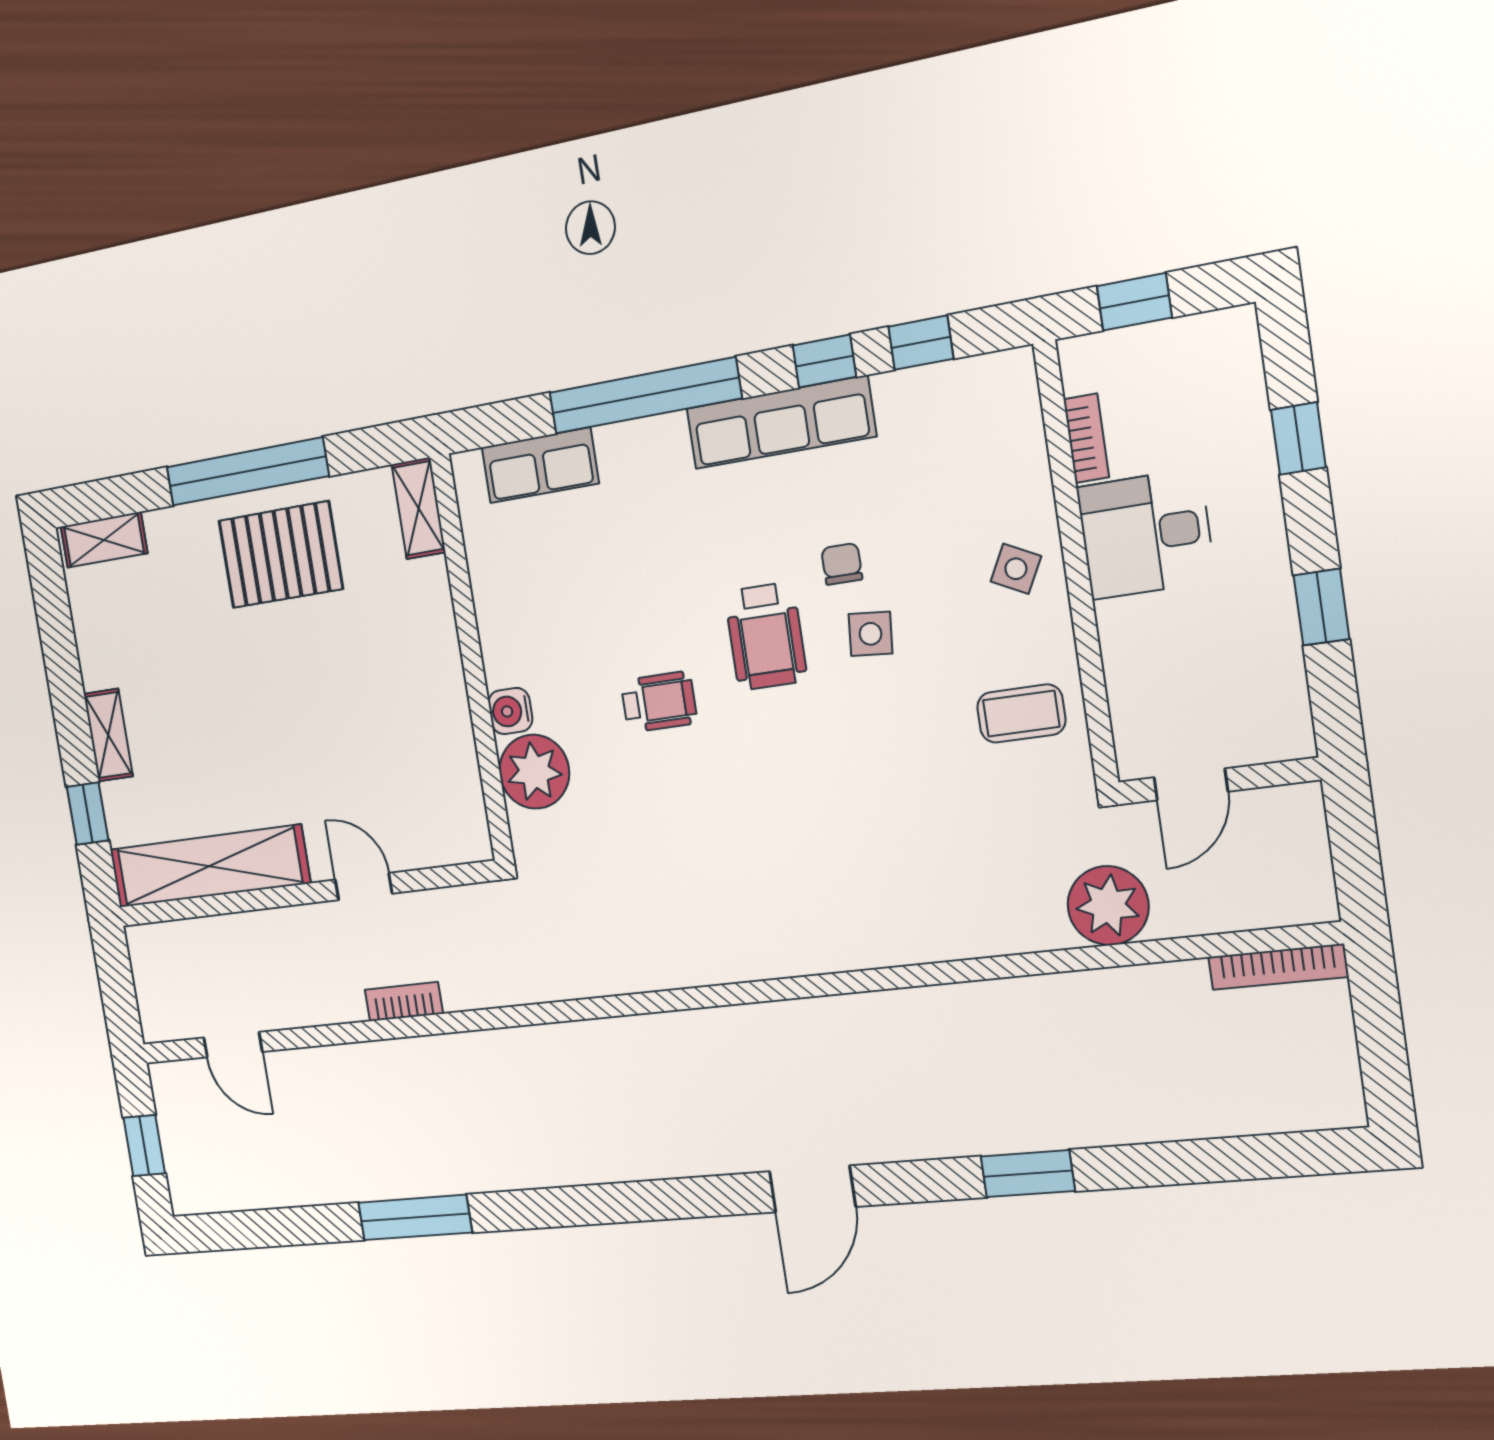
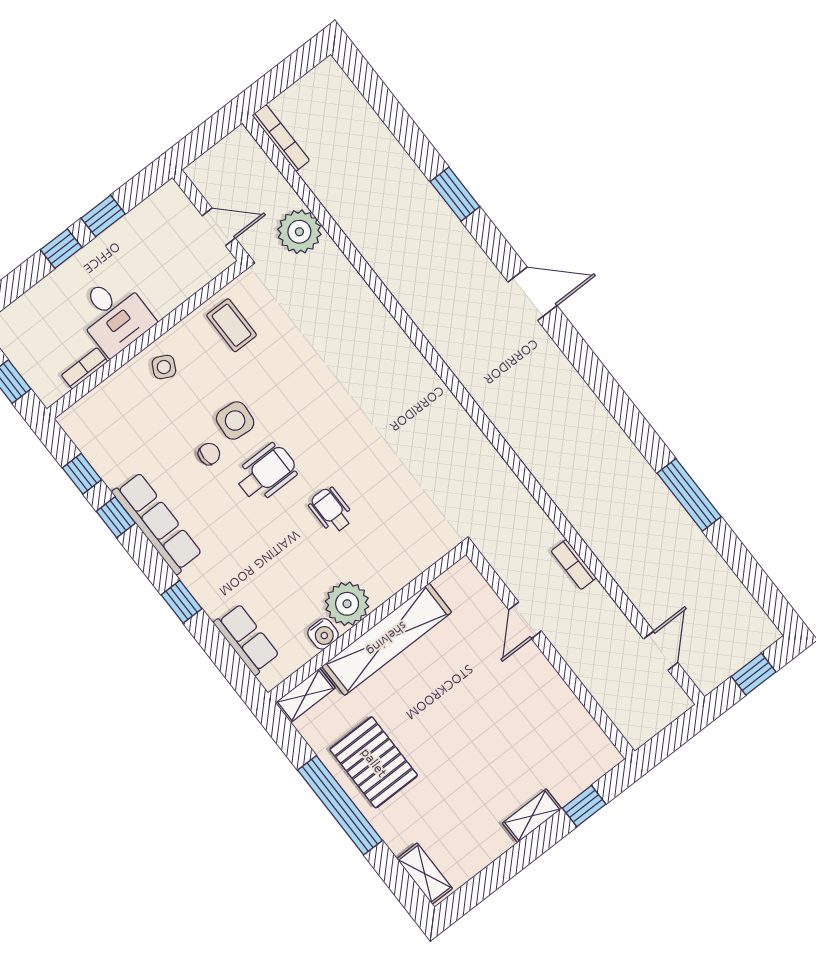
window: (645, 395) -> (181, 602), width x0.32
window: (1298, 439) -> (61, 249), moved
chair: (842, 564) -> (209, 454), turned 180
side table: (870, 634) -> (235, 421), width x1.37, depth x1.37
water cooler: (510, 711) -> (323, 634), moved
plant: (534, 772) -> (347, 604), moved
shelving: (209, 866) -> (387, 639), moved, turned 90

